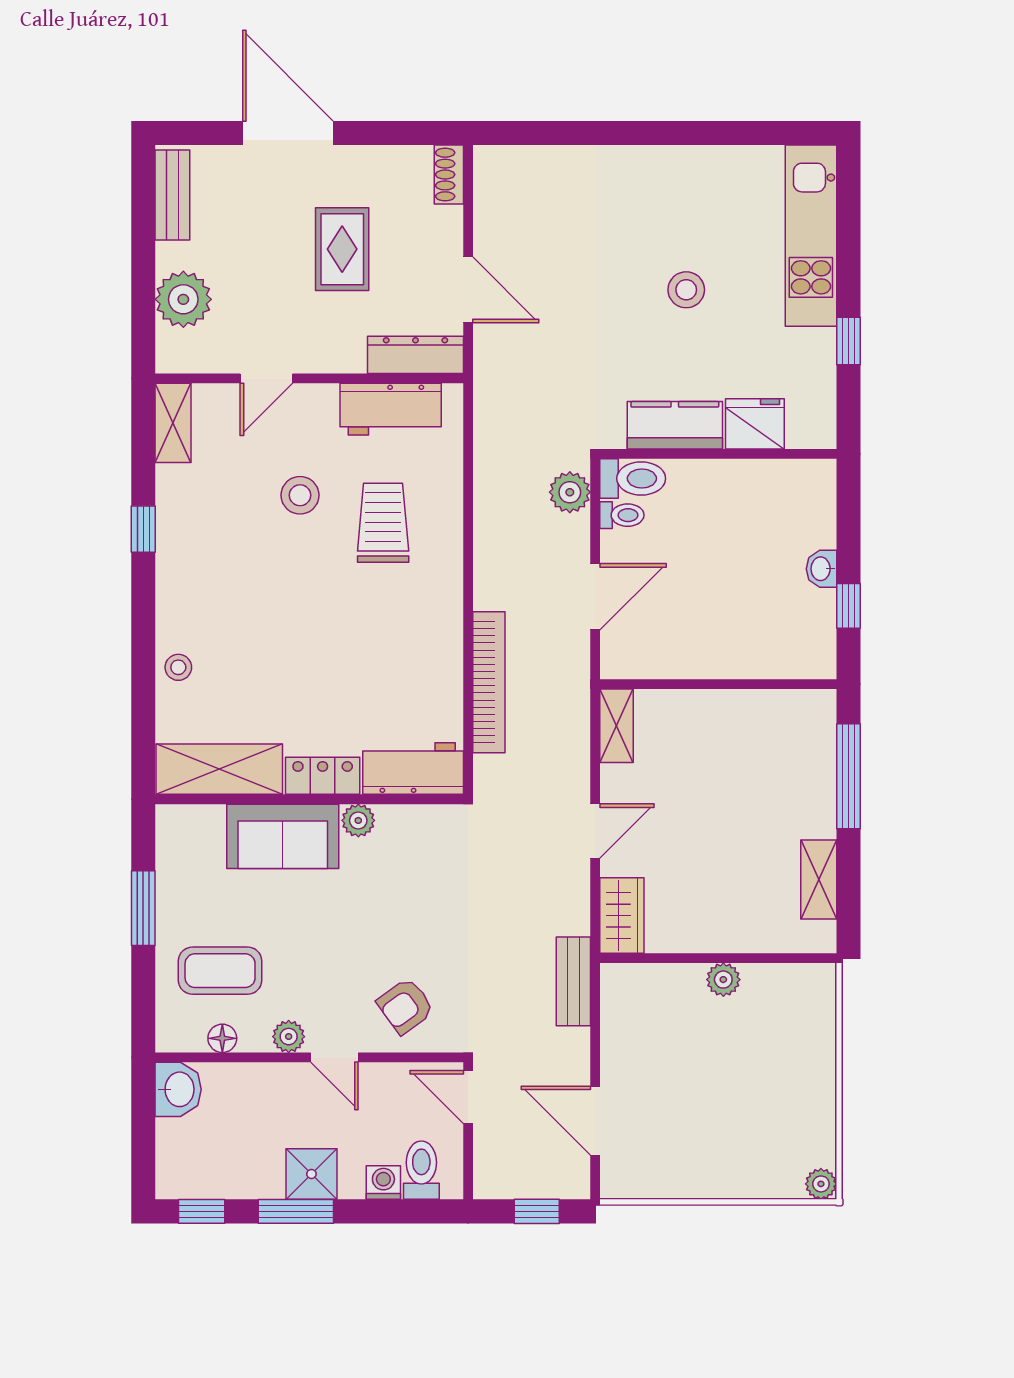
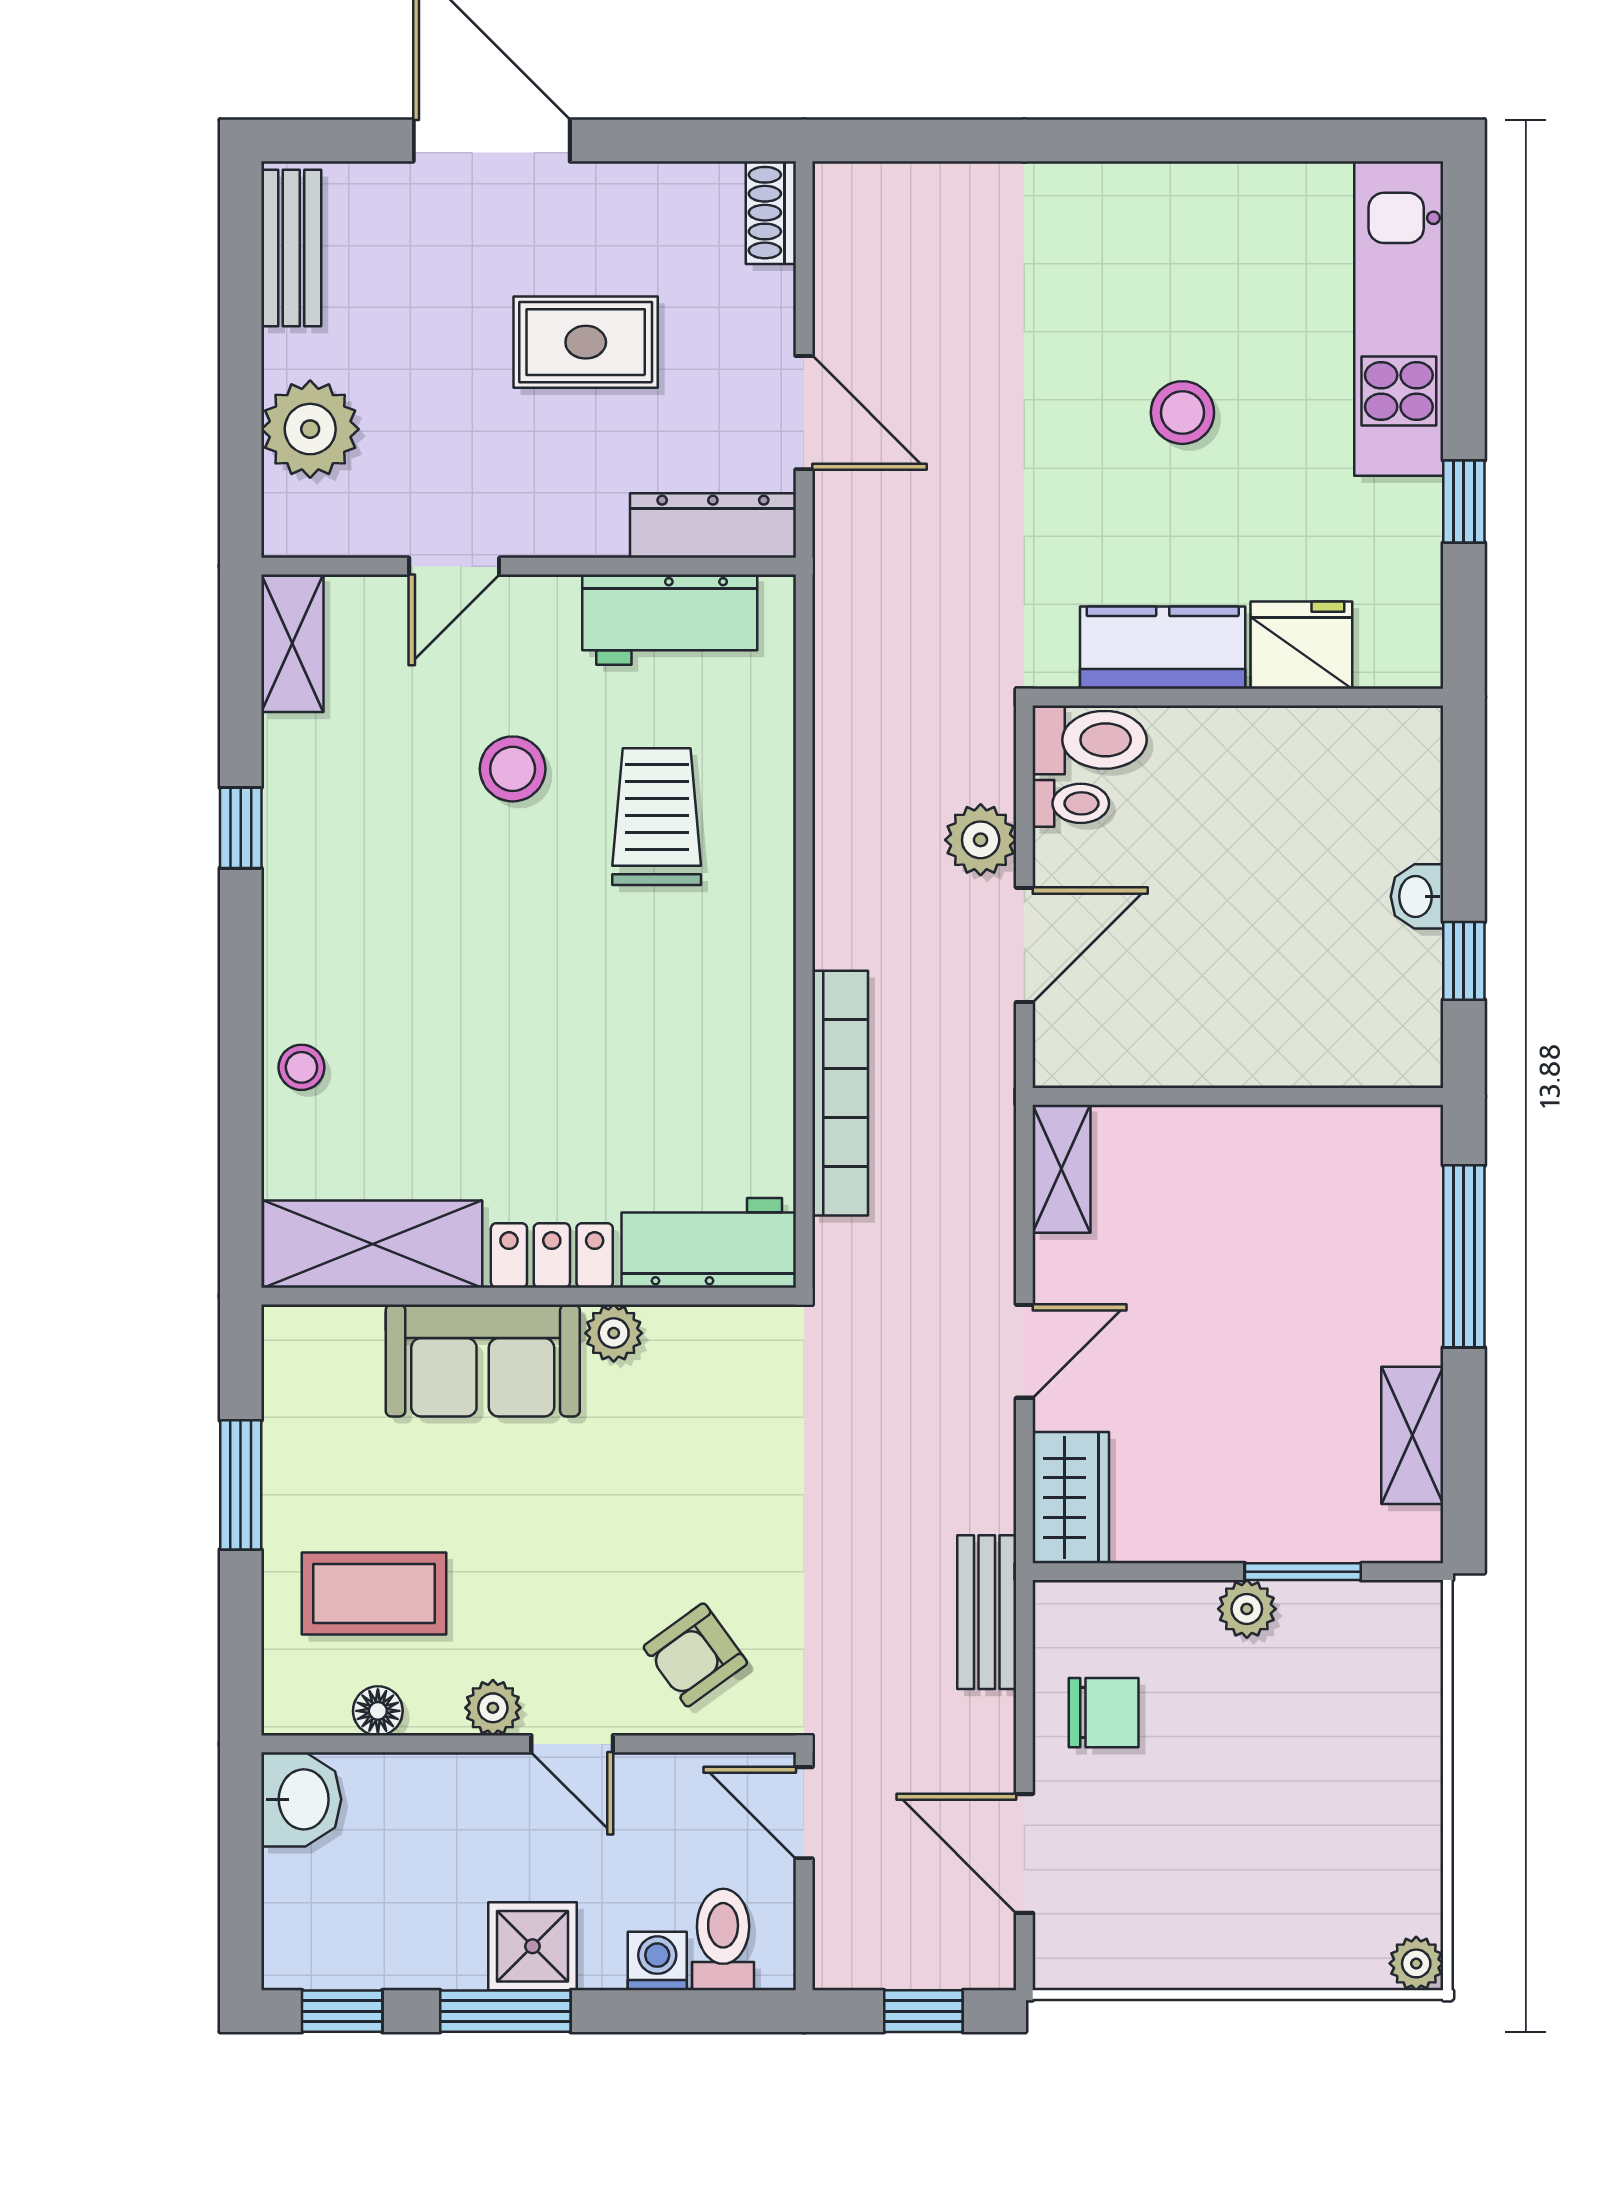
rug: (342, 249) -> (586, 342), turned 90
plant: (570, 492) -> (981, 840), moved
window: (756, 958) -> (1303, 1572), added
chair: (641, 1039) -> (1104, 1713), added

